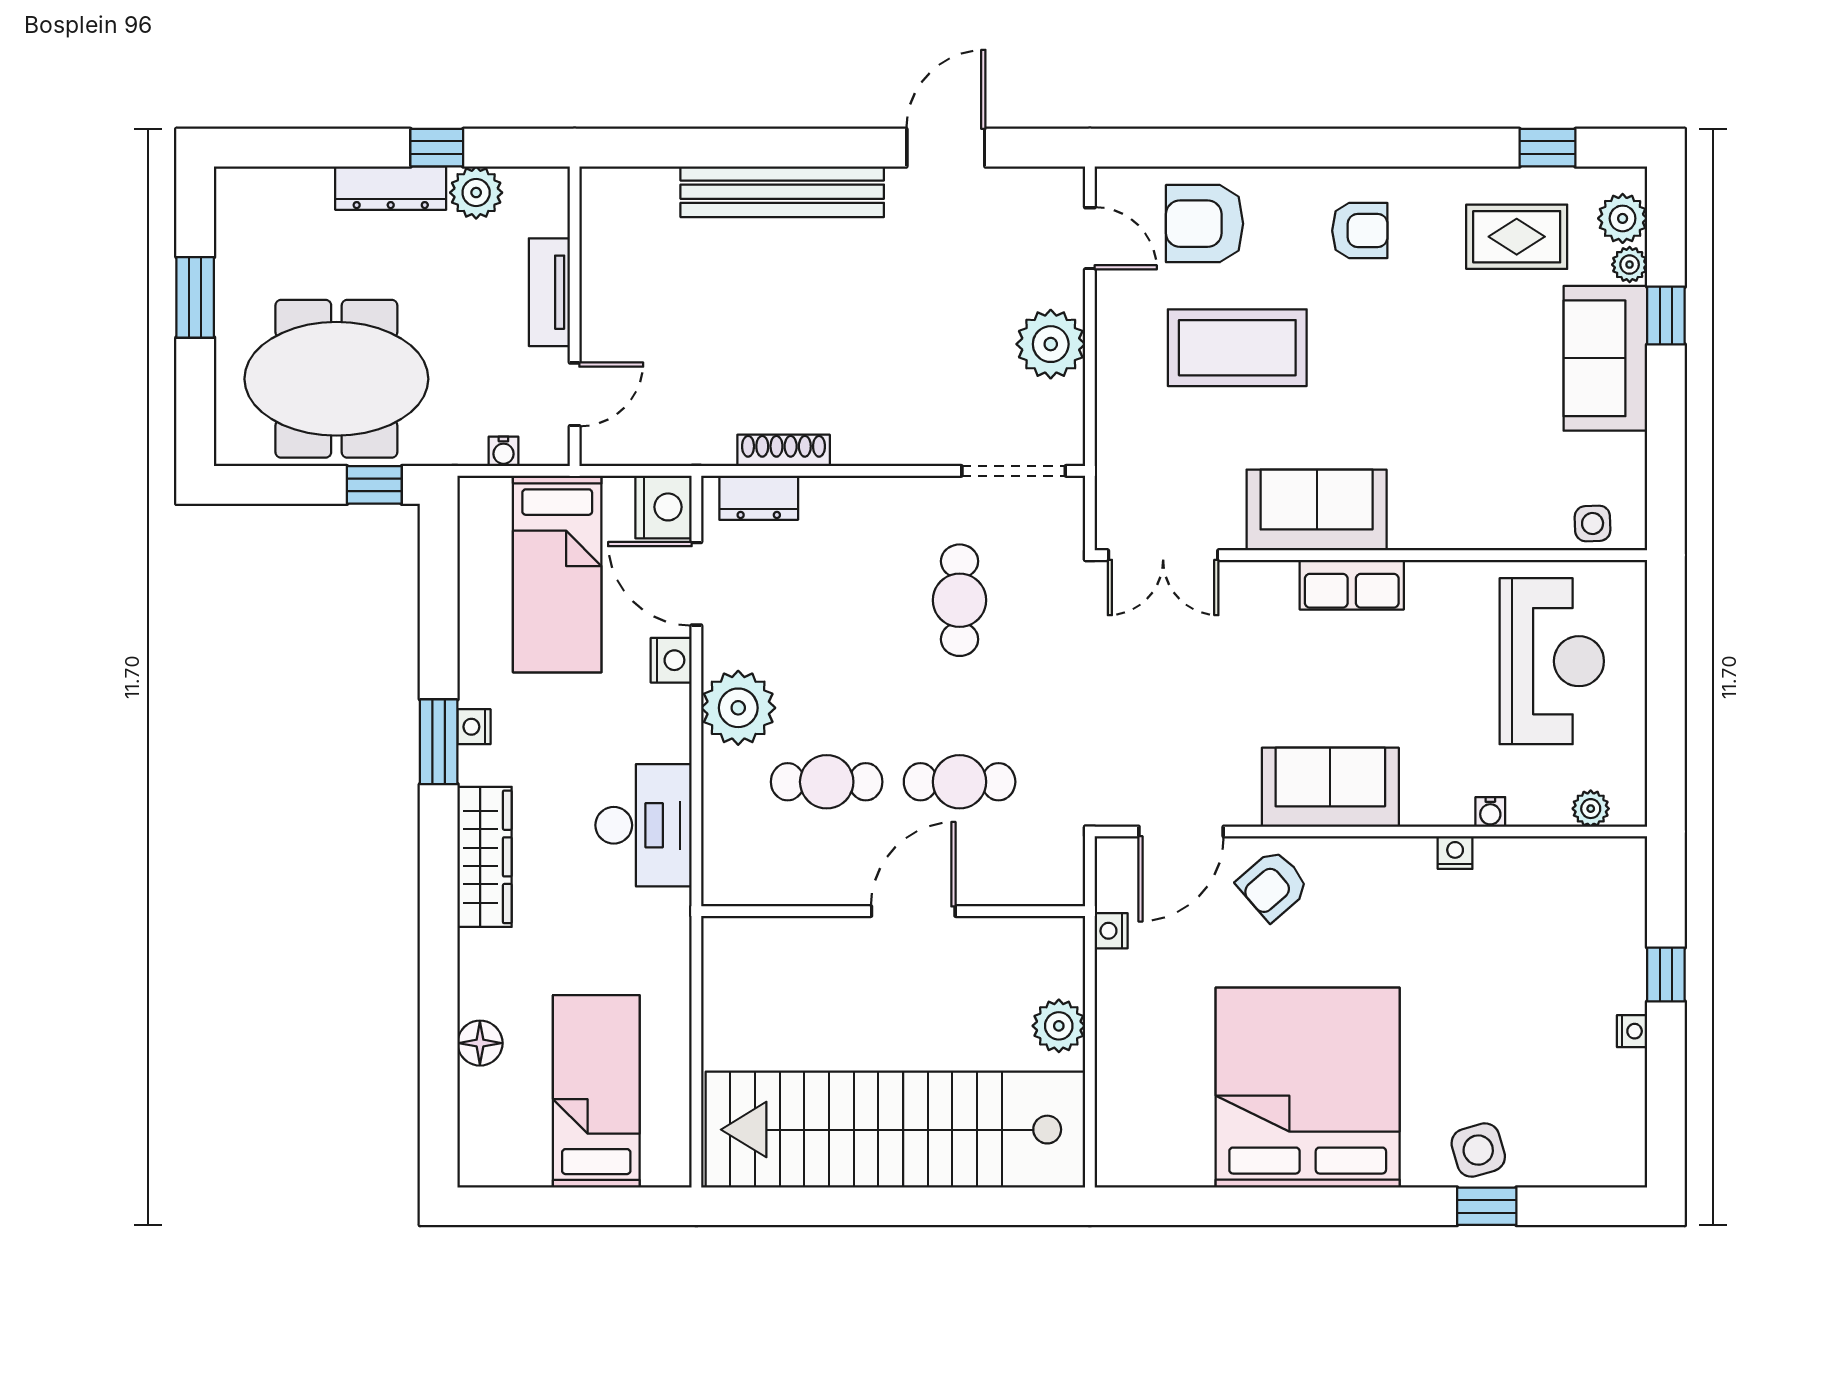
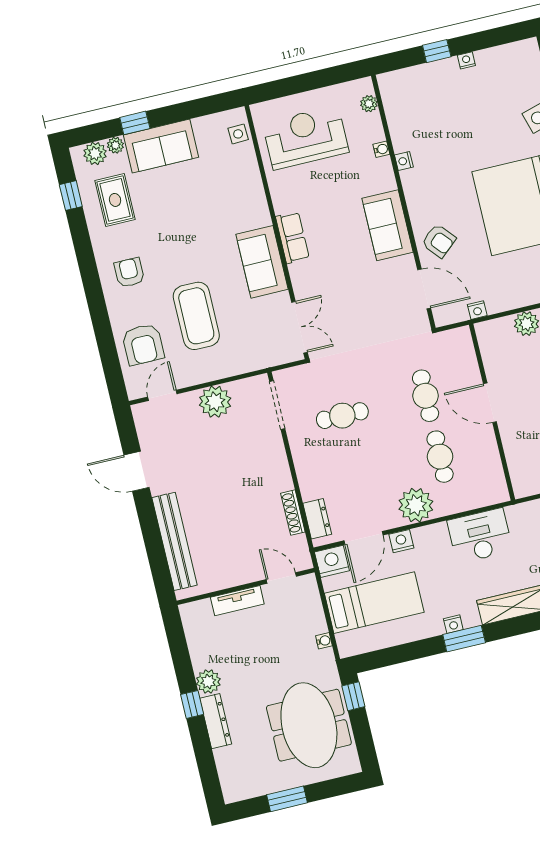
tv unit: (549, 292) -> (237, 601), moved
wall: (575, 316) -> (246, 586), moved
door: (575, 394) -> (281, 578), moved

